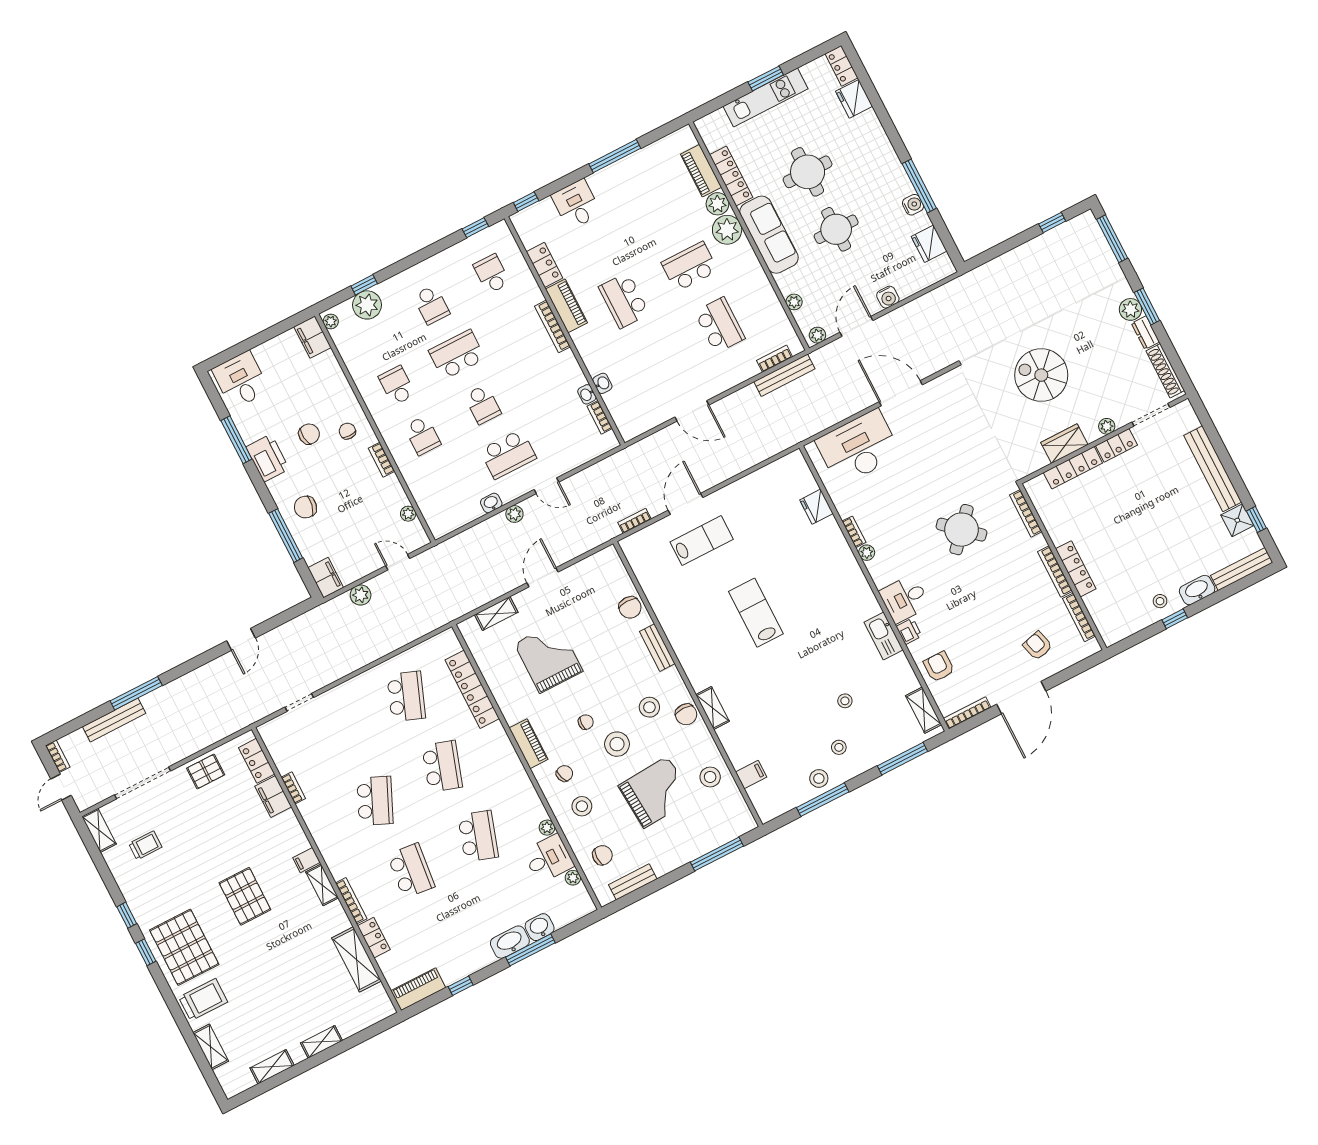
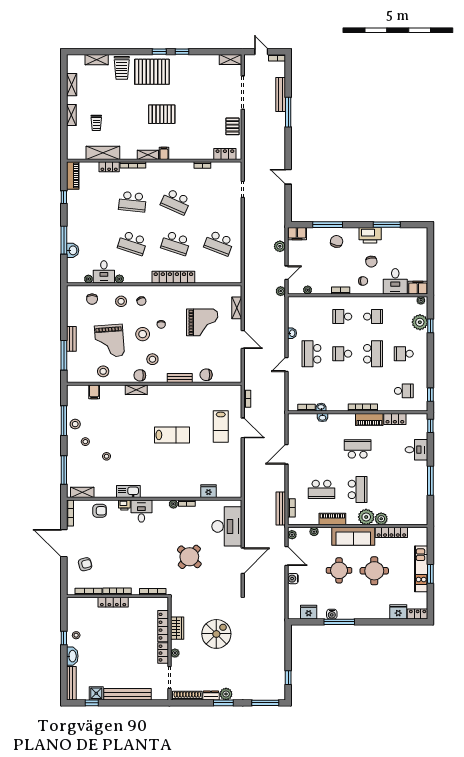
piano: (701, 171) -> (332, 519), moved
desk: (241, 380) -> (395, 281), moved, turned 90
plant: (514, 514) -> (281, 291), moved
round table: (962, 530) -> (189, 557), moved
locker: (472, 689) -> (173, 277), moved
piano: (529, 744) -> (165, 291), removed
filing cabinet: (273, 797) -> (203, 153), removed
trolley: (145, 845) -> (96, 123), moved
bench: (633, 882) -> (71, 339), moved
washbasin: (510, 942) -> (73, 232), removed

